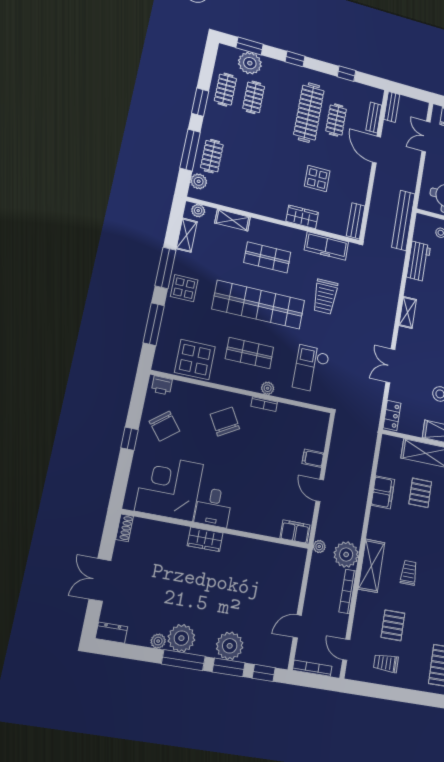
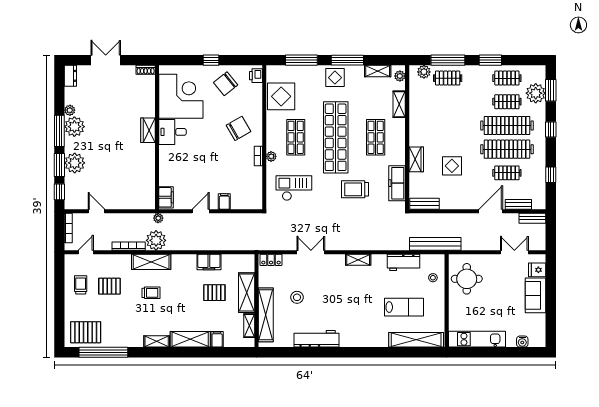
clothes rail: (281, 105) -> (507, 125), added

